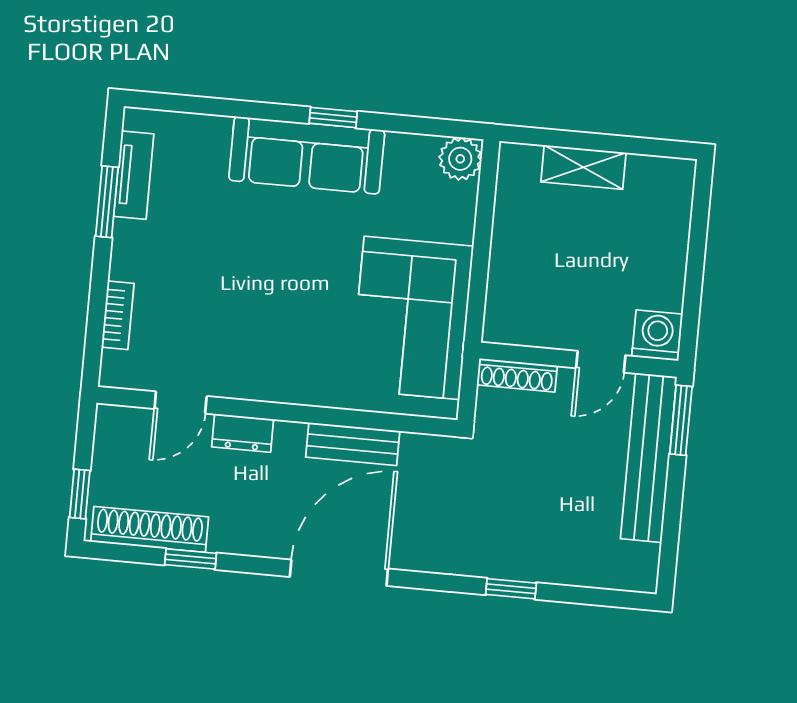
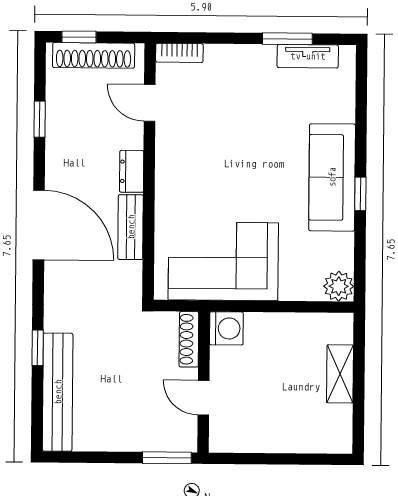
bookcase: (118, 315) -> (179, 53), moved
washing machine: (657, 335) -> (226, 328), moved
dresser: (243, 433) -> (132, 171), moved
bench: (649, 458) -> (58, 392), moved, turned 90
shoe rack: (150, 529) -> (94, 55), moved, turned 90

